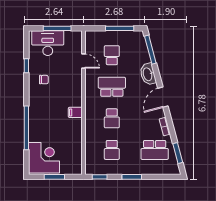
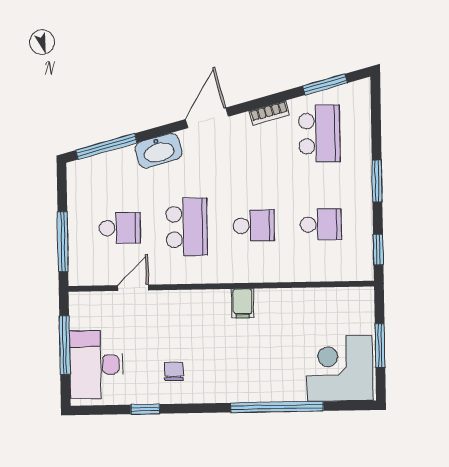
window: (120, 28) -> (63, 242), moved
school desk: (112, 55) -> (120, 228), turned 180
school desk: (112, 87) -> (187, 227), turned 180
door: (163, 97) -> (207, 118), swing flipped

